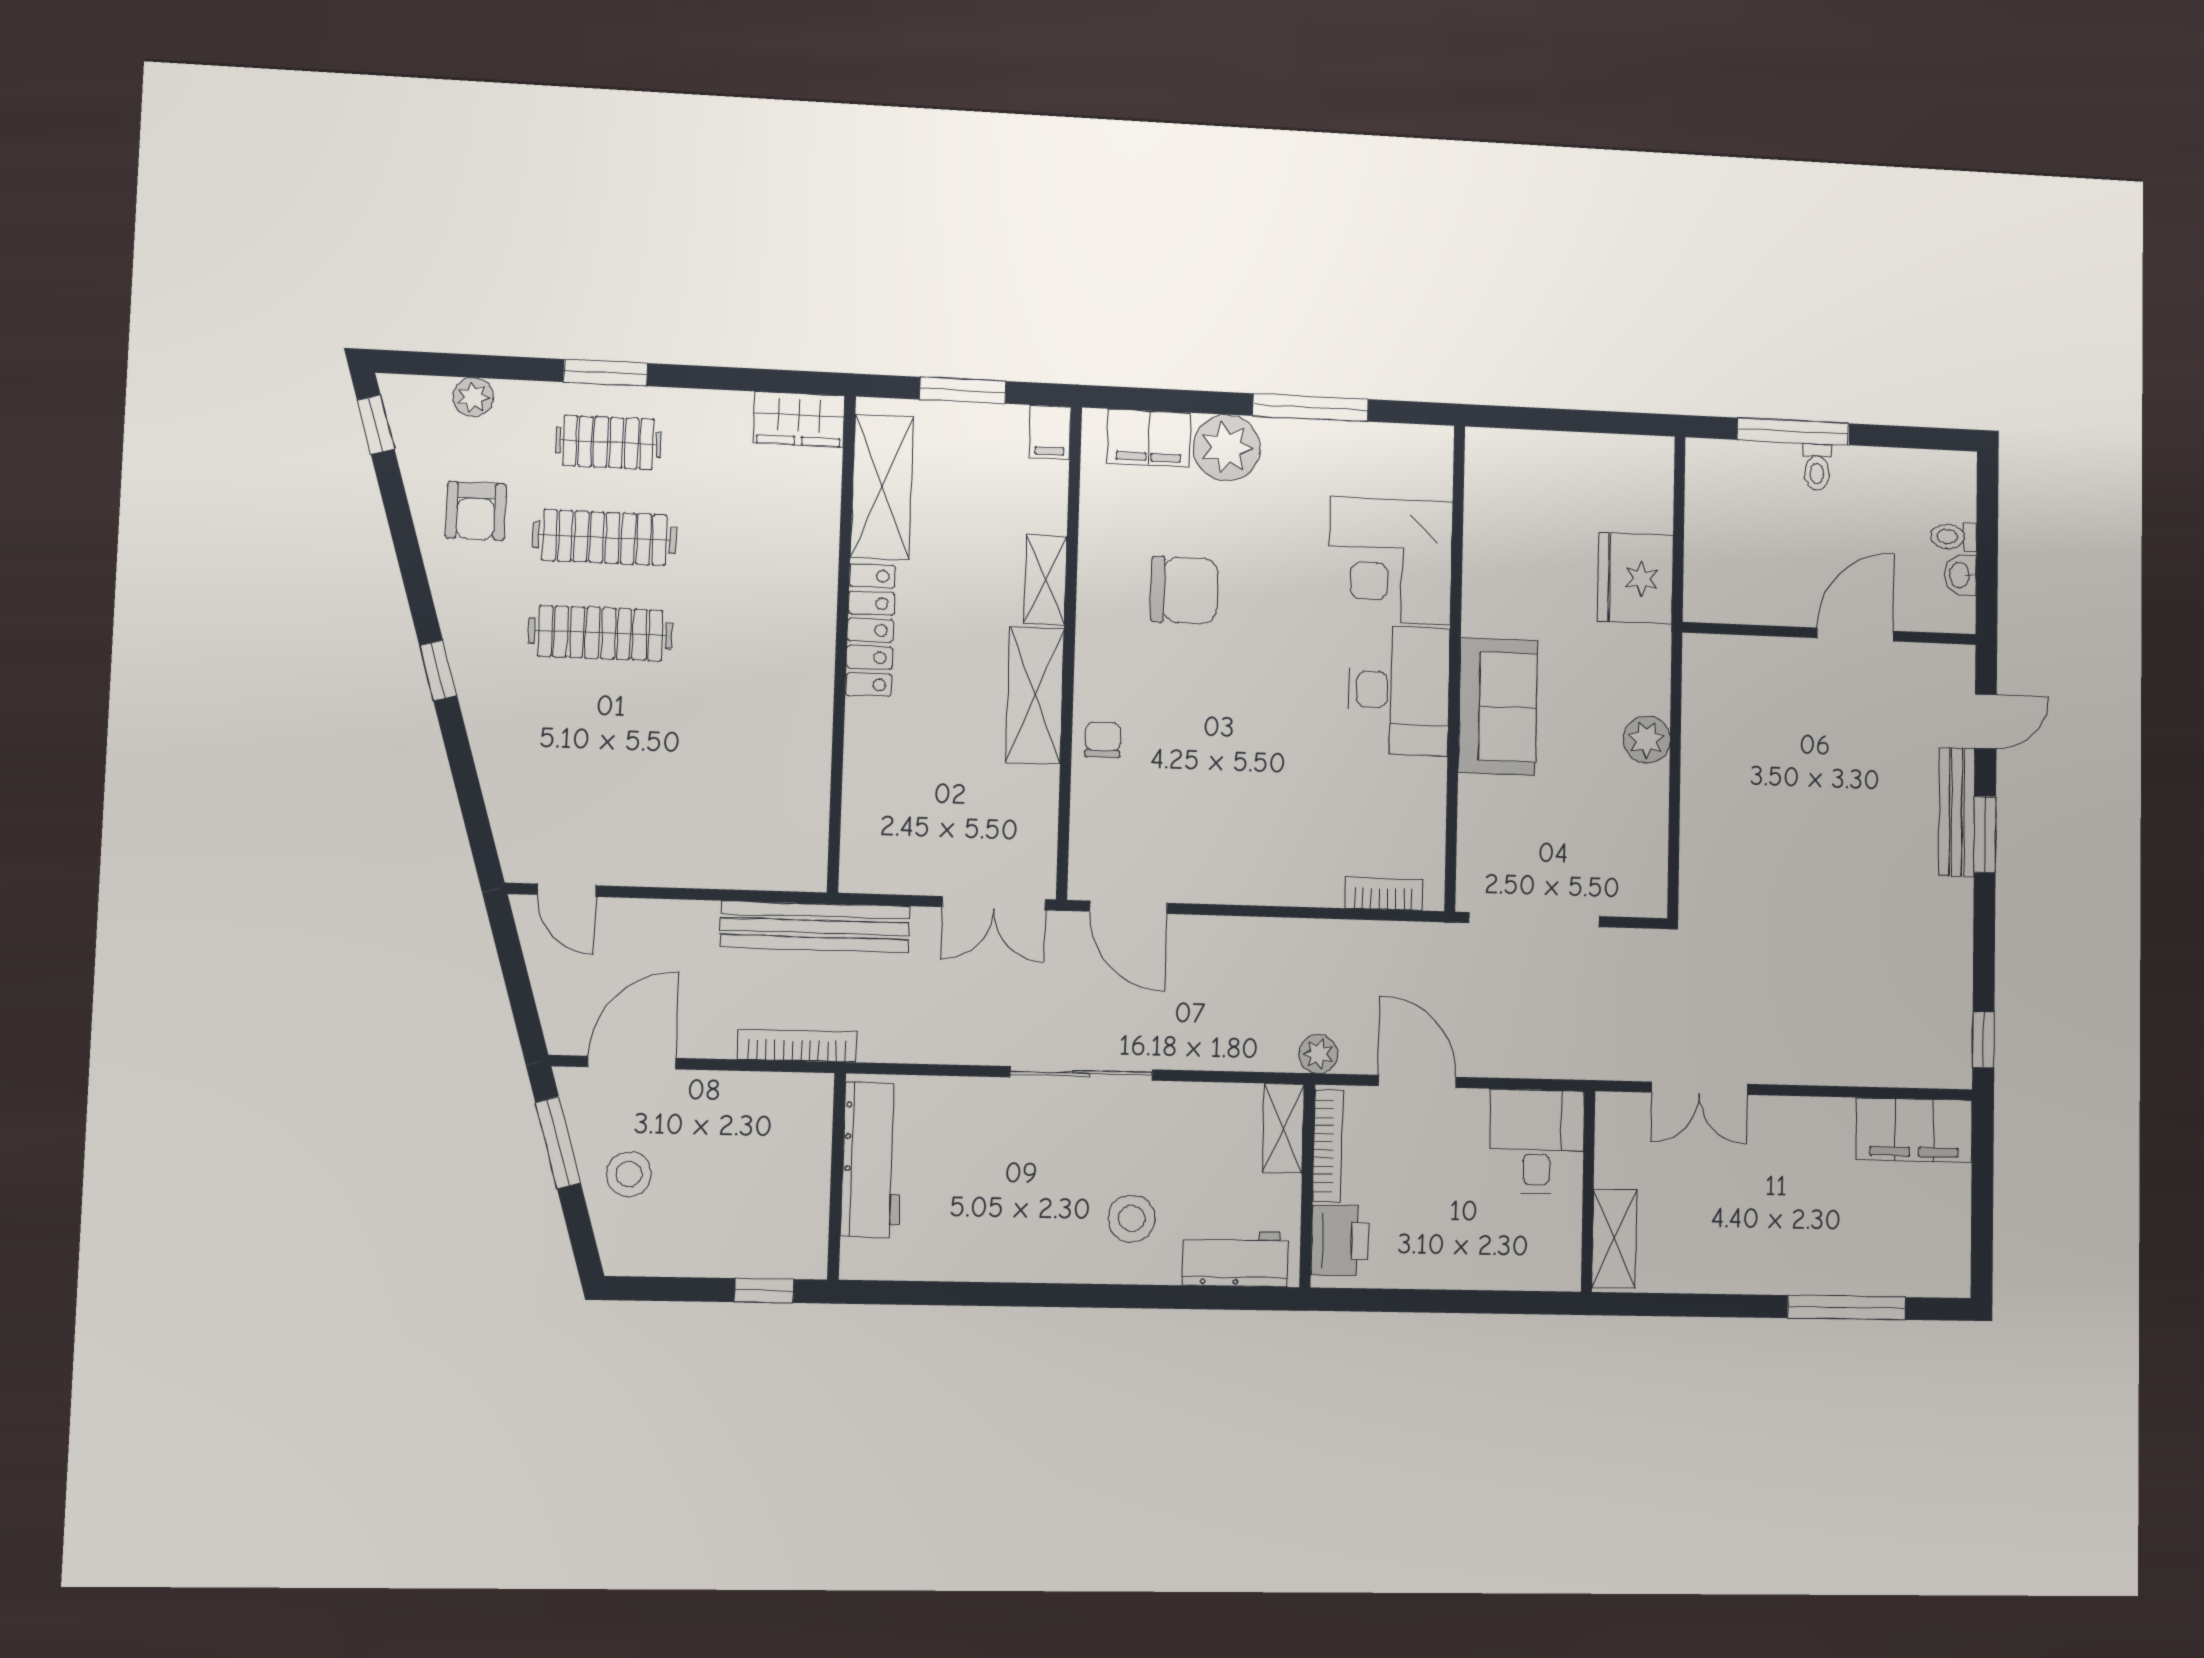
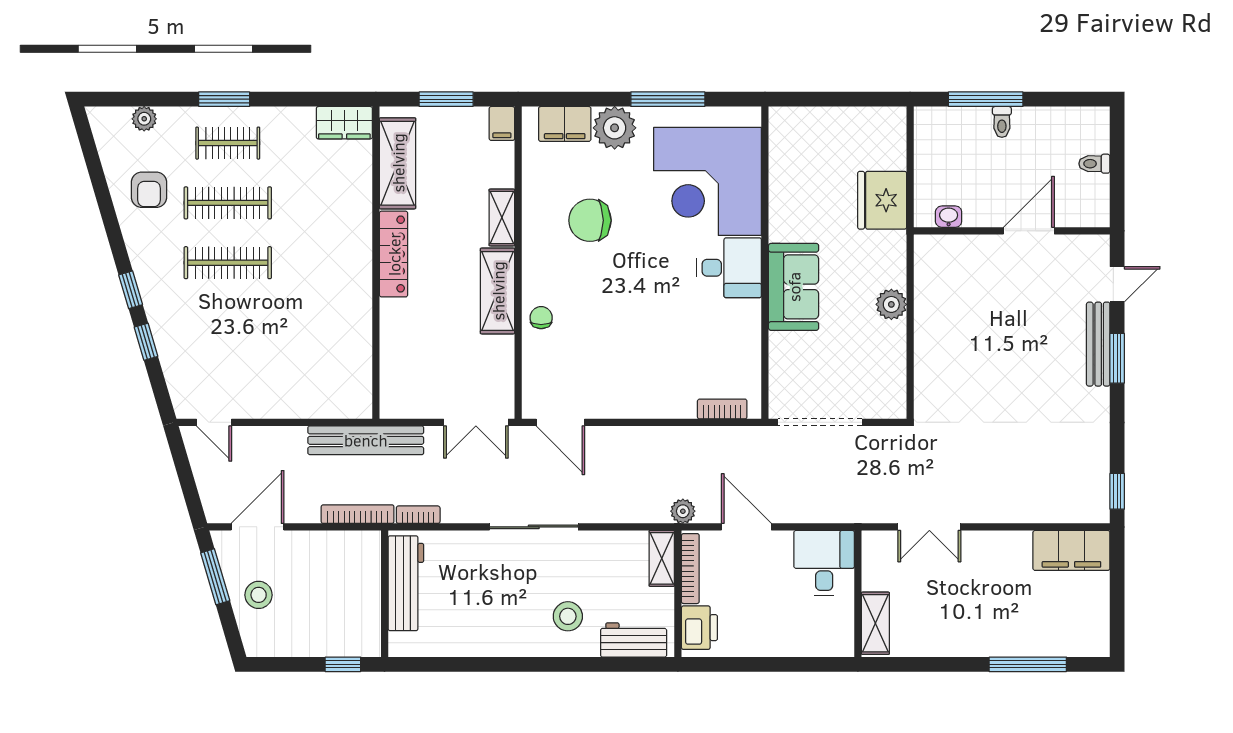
window: (376, 425) -> (146, 342), moved
corner desk: (1390, 561) -> (707, 181), width x1.36, depth x1.36
washbasin: (1960, 575) -> (949, 217), moved, turned 90
chair: (1184, 590) -> (590, 220), turned 180
desk: (1399, 690) -> (729, 268), width x0.73
bookcase: (896, 1049) -> (418, 515), added

